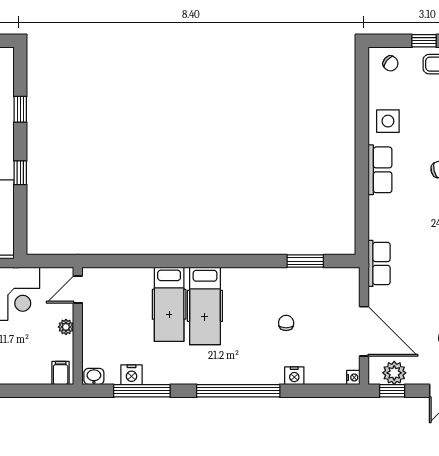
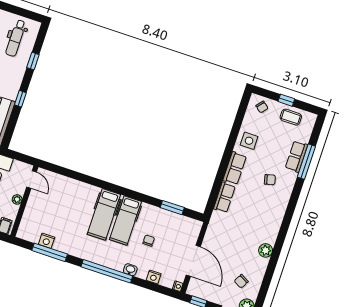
row of seats: (379, 263) -> (224, 197), moved
door: (78, 289) -> (32, 179), swing flipped
hospital bed: (169, 304) -> (125, 221), moved
plant: (394, 373) -> (203, 292), removed
washbasin: (94, 376) -> (130, 270), moved
nightstand: (294, 376) -> (154, 277), moved

